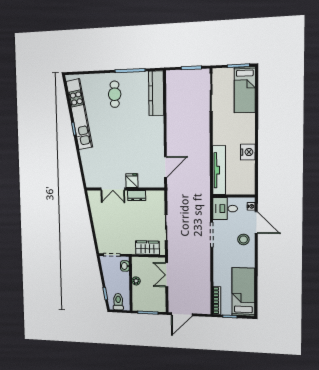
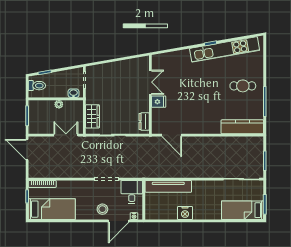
double door: (113, 189) -> (150, 82), swing flipped
dresser: (137, 195) -> (144, 121), moved

